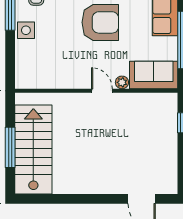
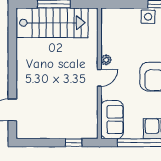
plant: (122, 82) -> (106, 60), moved

